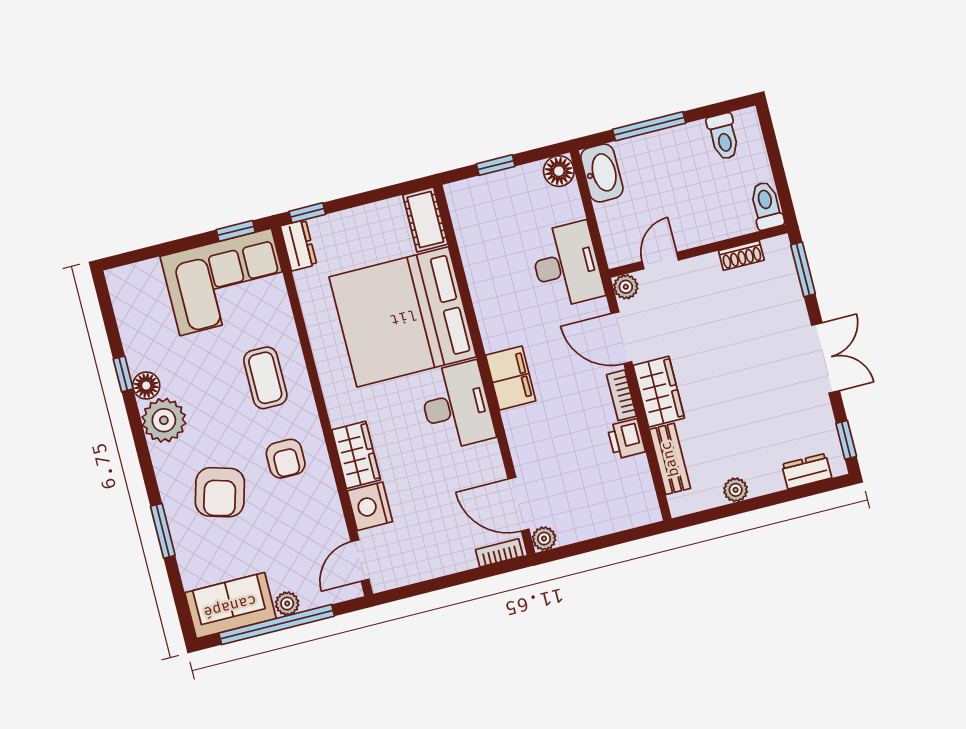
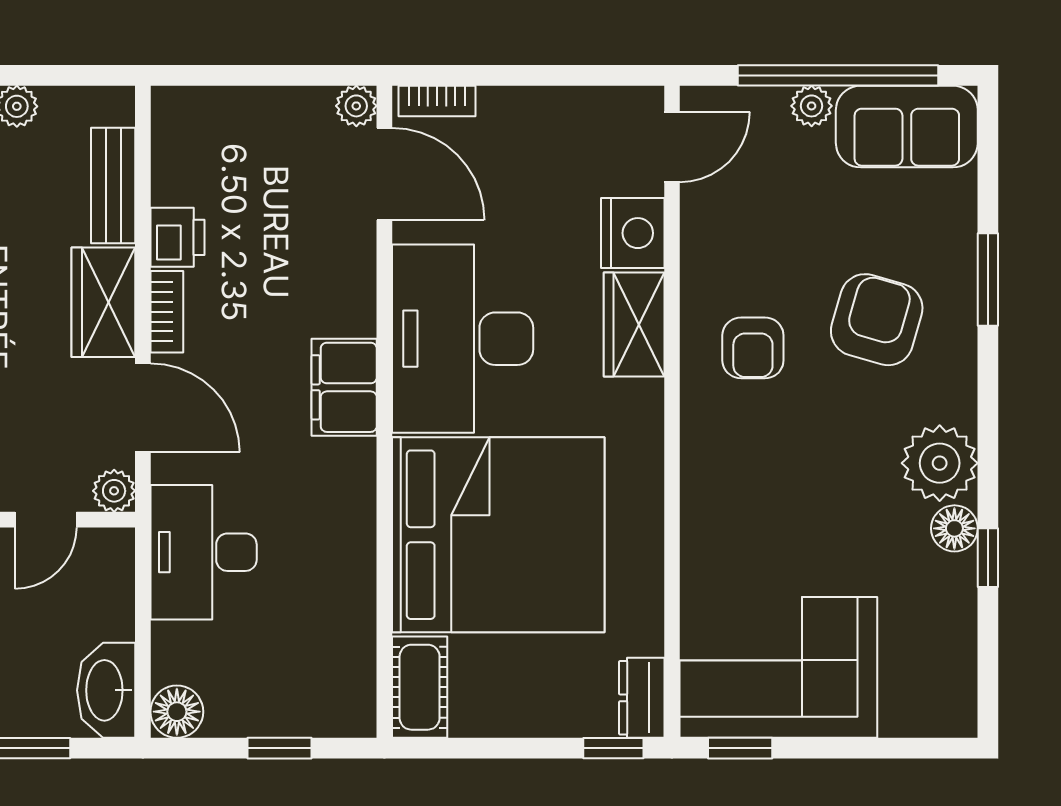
coffee table: (265, 378) -> (753, 491), removed
desk: (456, 406) -> (463, 339), width x1.36, depth x1.30
armchair: (286, 459) -> (753, 348), turned 180

